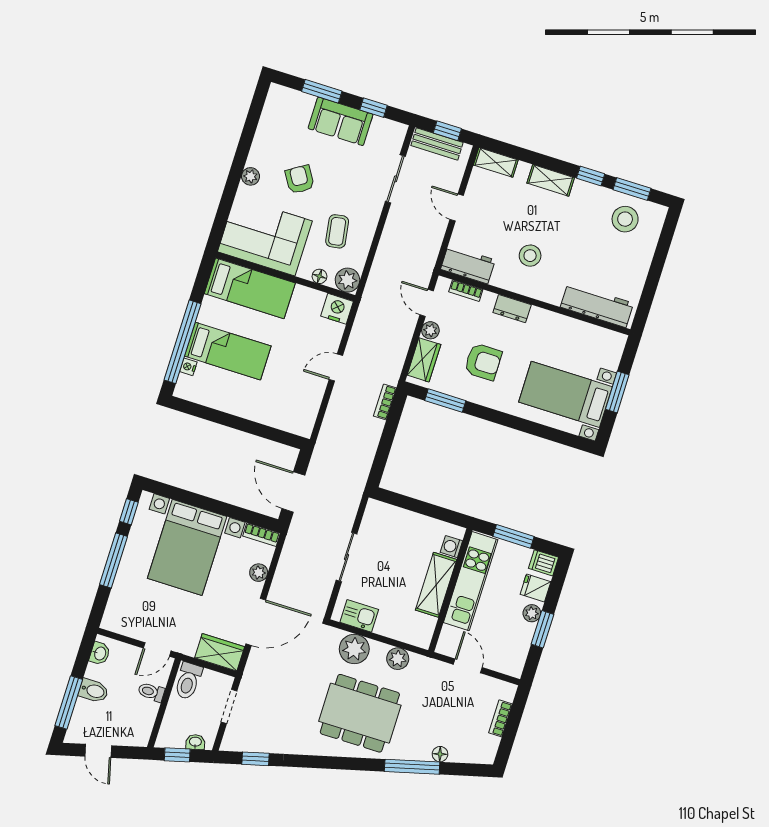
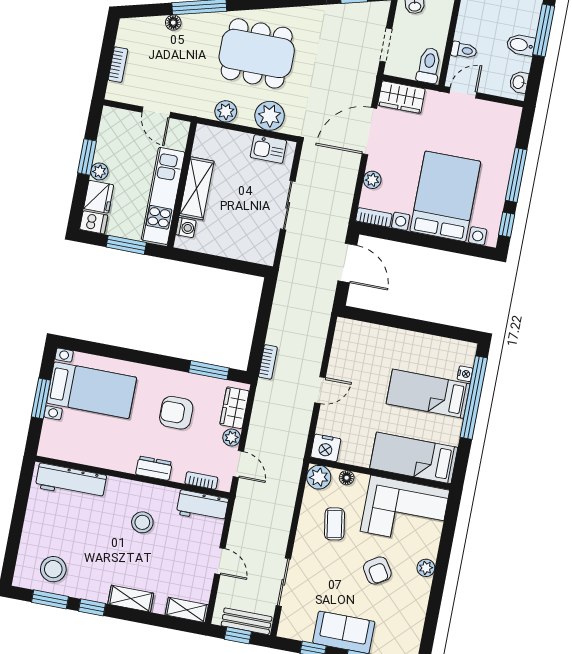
fridge: (535, 588) -> (99, 197), width x1.38

